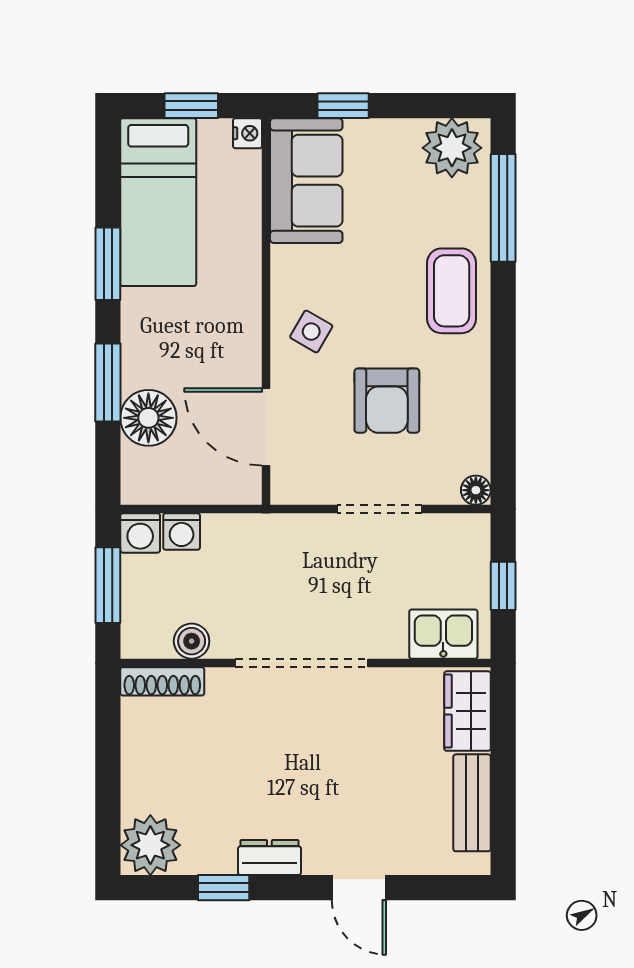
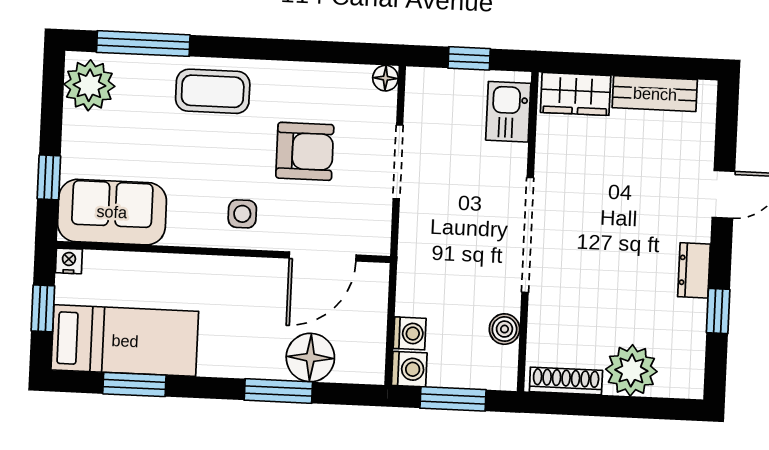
window: (108, 264) -> (134, 384), moved
side table: (311, 332) -> (242, 214), turned -30
shoe rack: (162, 681) -> (566, 381), moved, turned -90
plant: (150, 845) -> (631, 370), moved

